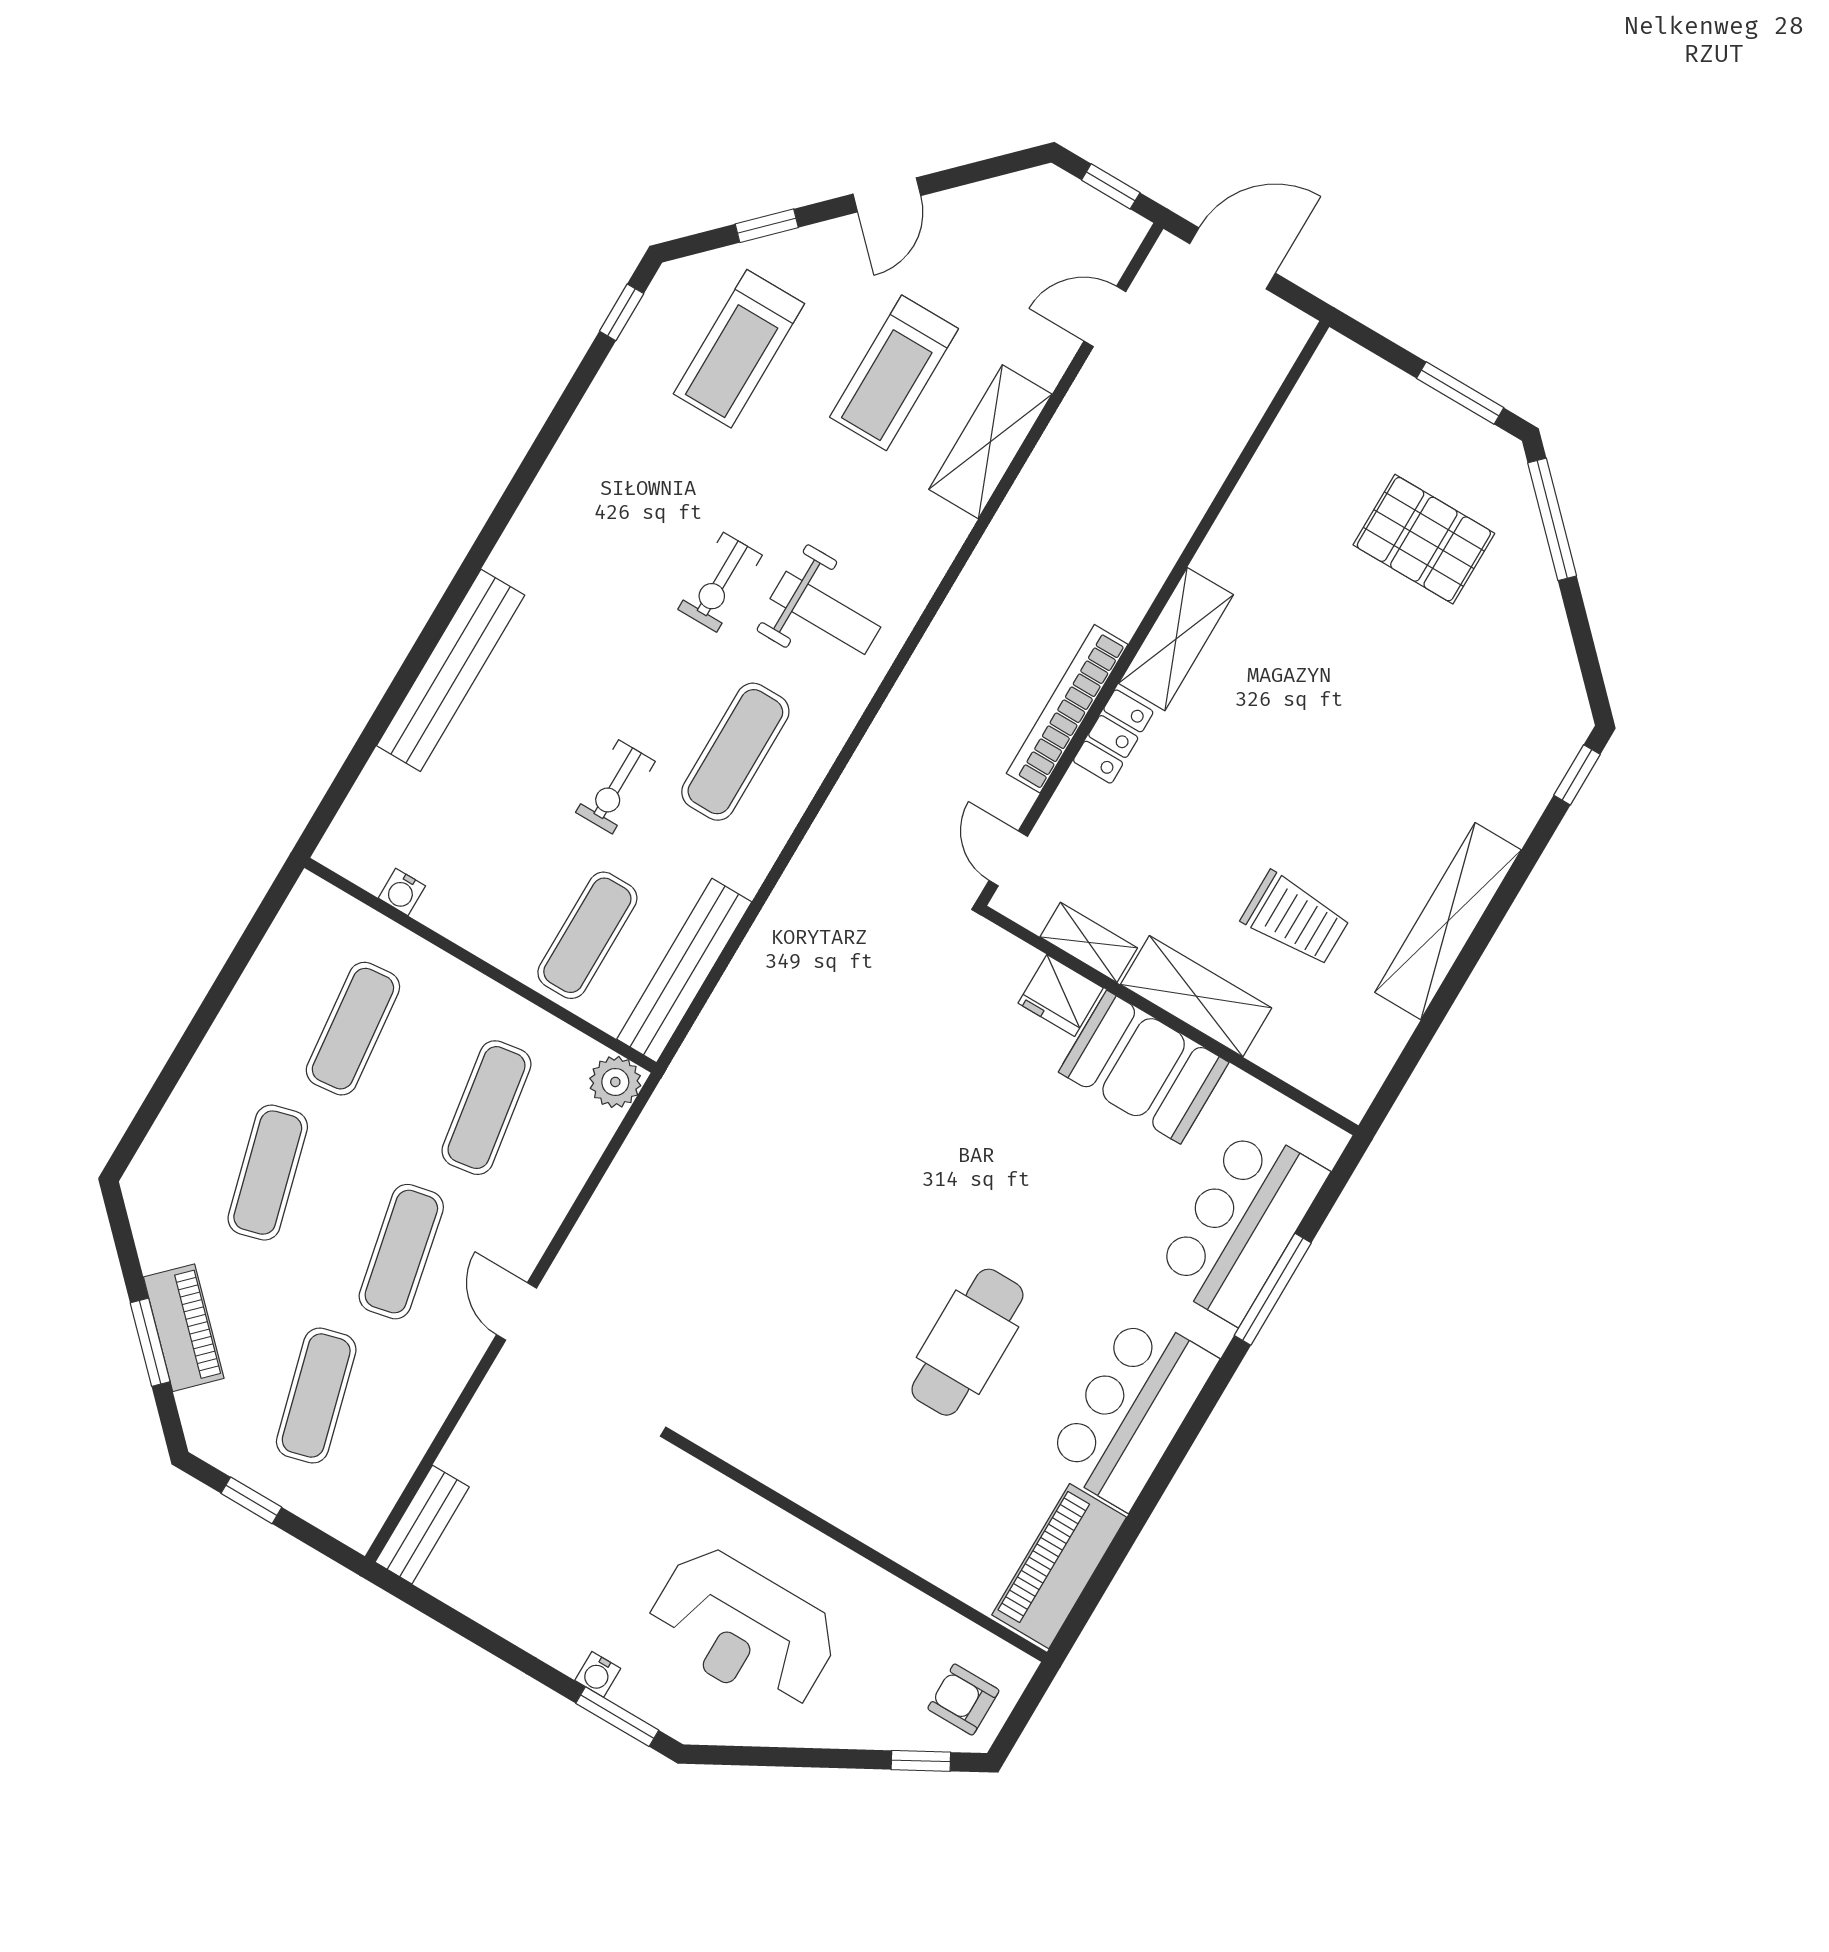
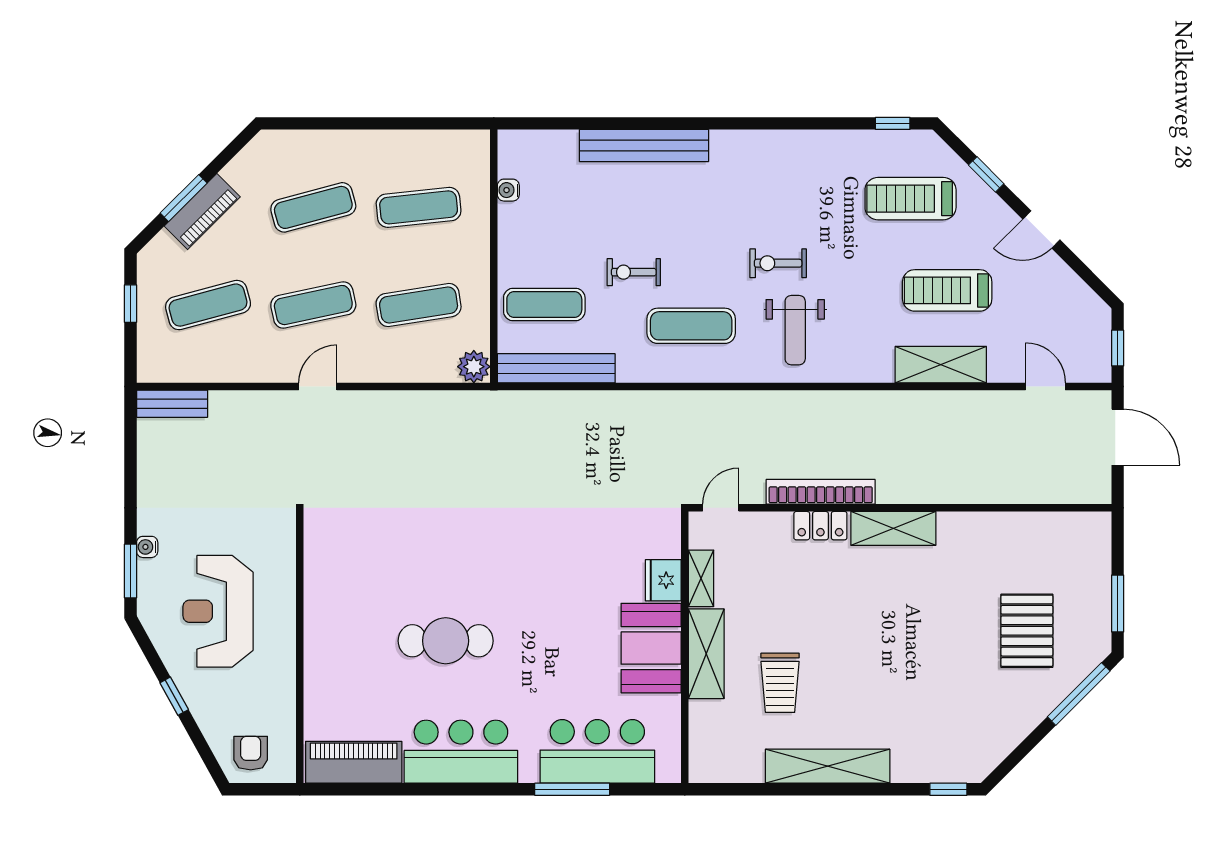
window: (921, 1761) -> (174, 696), moved

